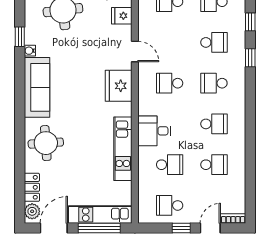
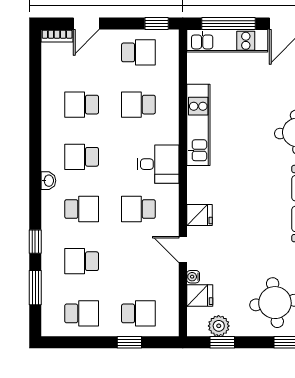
window: (250, 22) -> (35, 288), width x1.50
water cooler: (127, 30) -> (193, 277), added
school desk: (170, 83) -> (138, 209), turned 180
fridge: (119, 86) -> (199, 215), width x0.53, depth x0.75
washbasin: (240, 105) -> (48, 181), added
desk: (154, 131) -> (158, 164), moved
window: (181, 228) -> (157, 23), moved

